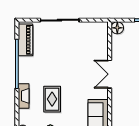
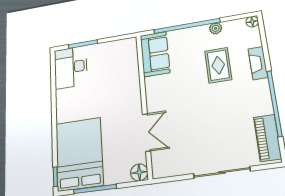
double door: (110, 74) -> (147, 132), moved

